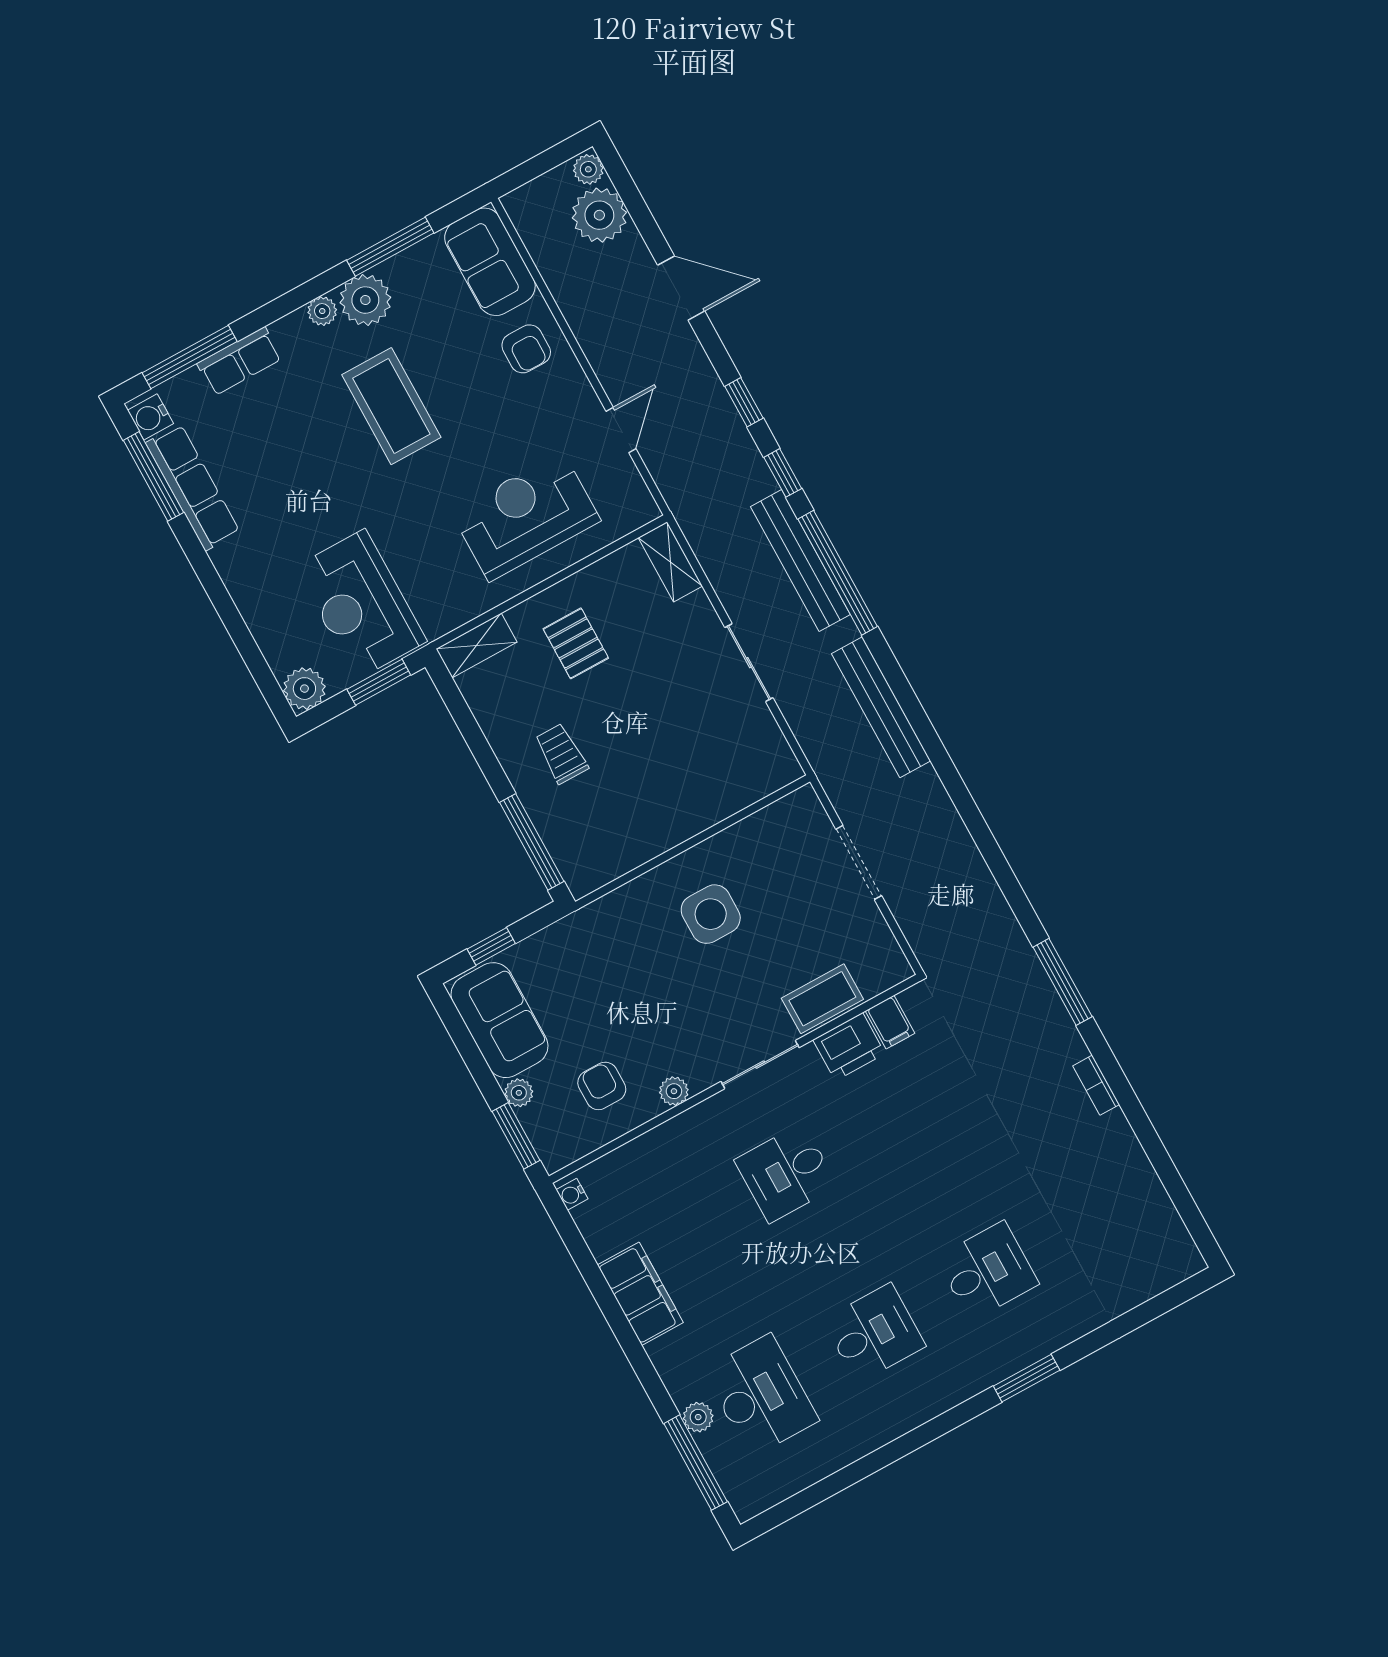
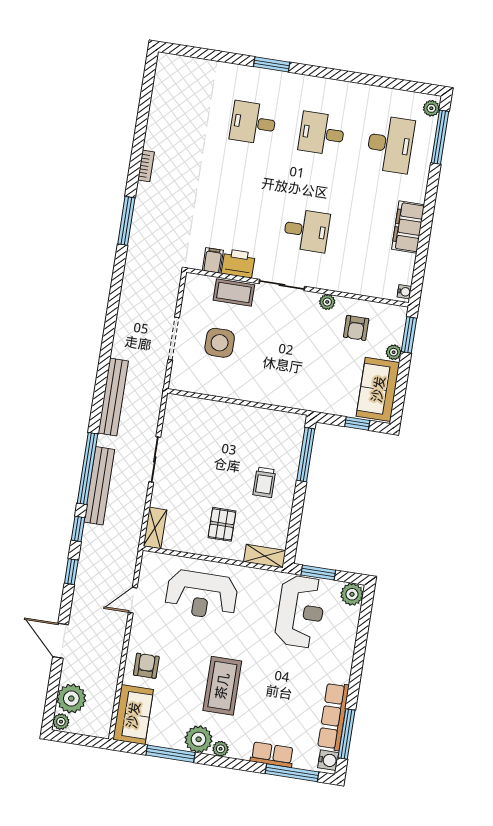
side table: (711, 914) -> (220, 343), moved
desk: (761, 1395) -> (390, 144), turned 180
plant: (698, 1417) -> (431, 108), moved

